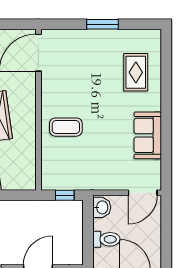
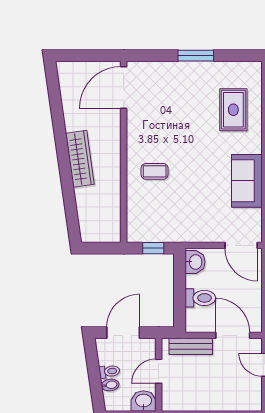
coffee table: (66, 127) -> (155, 171), width x0.73, depth x0.77
door: (143, 193) -> (241, 245), hinge flipped

